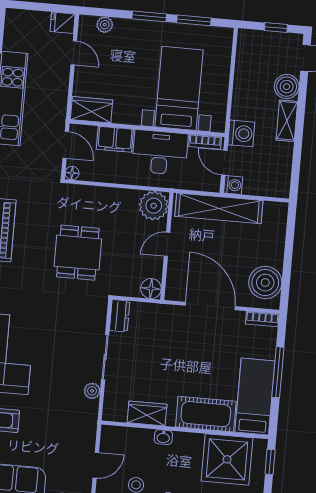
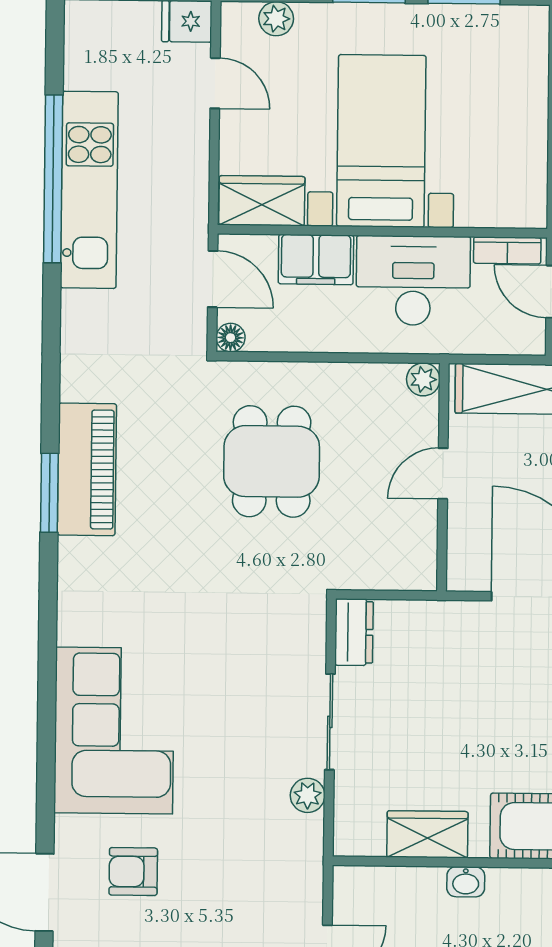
bed with nightstands: (179, 88) -> (381, 141), moved
plant: (154, 206) -> (423, 379), width x0.53, depth x0.53
dining table: (78, 253) -> (272, 461), moved
floor lamp: (151, 289) -> (416, 570), removed

